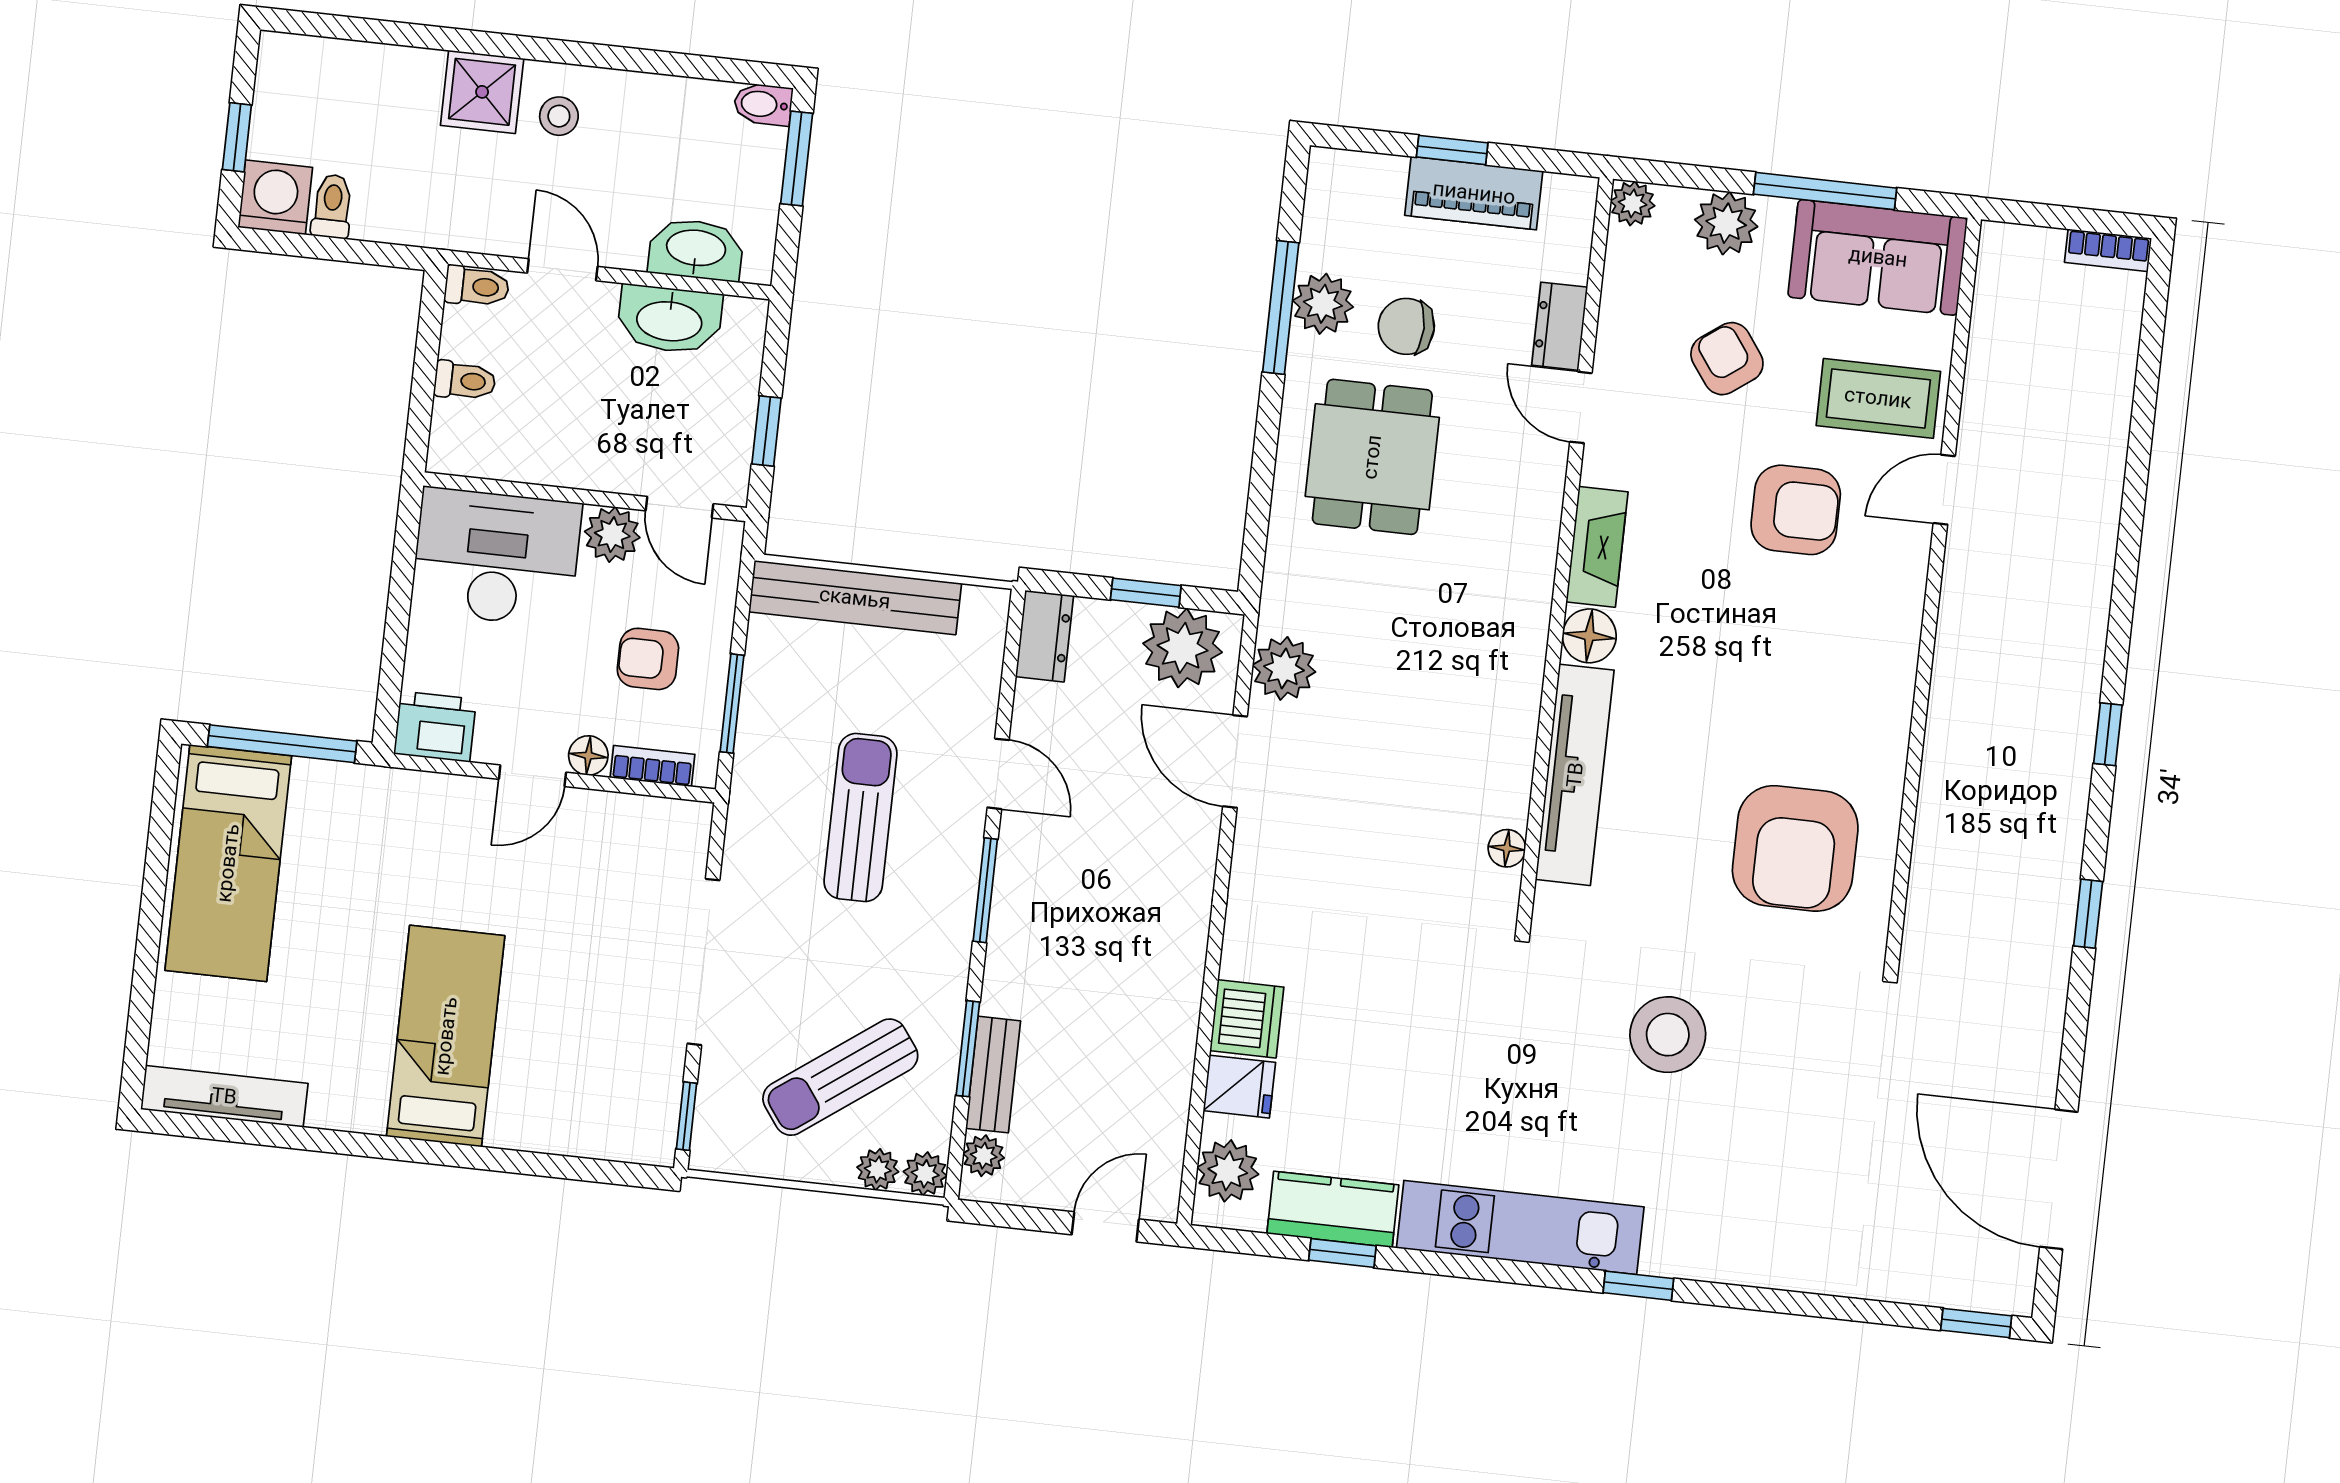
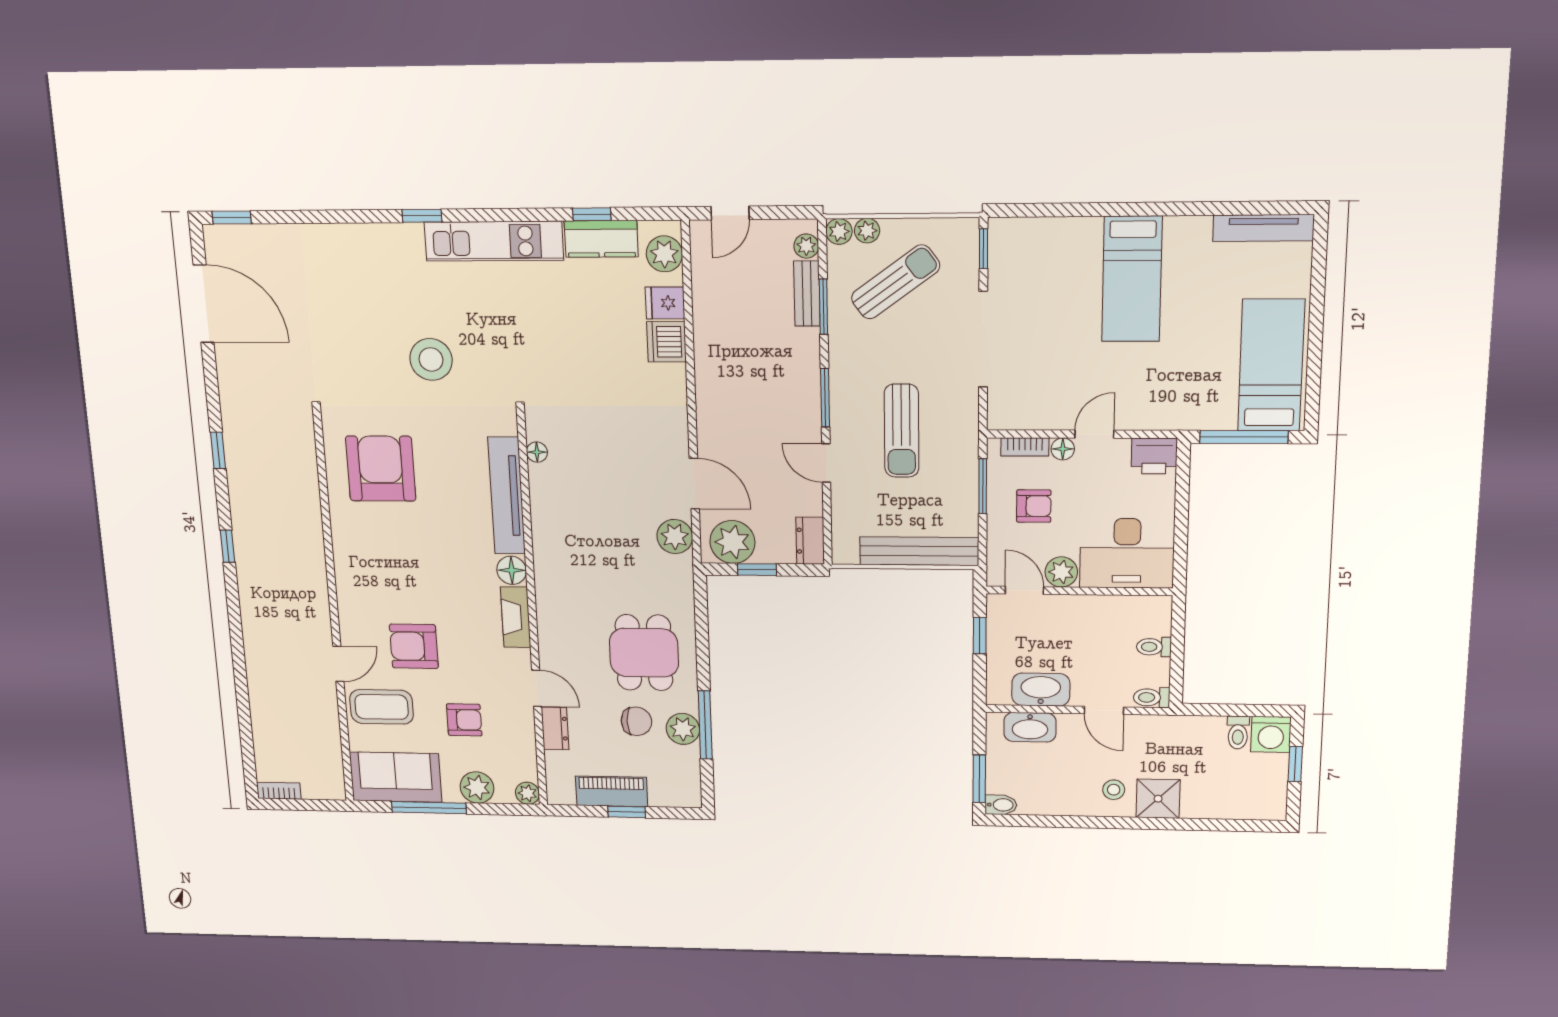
armchair: (1727, 359) -> (464, 720), turned -54

